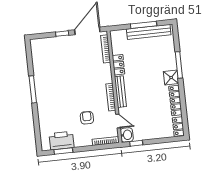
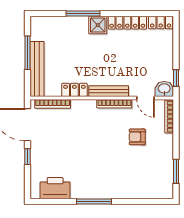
bench: (149, 32) -> (37, 69), moved
door: (118, 121) -> (146, 98), swing flipped
printer: (62, 141) -> (55, 188), moved, turned 90

